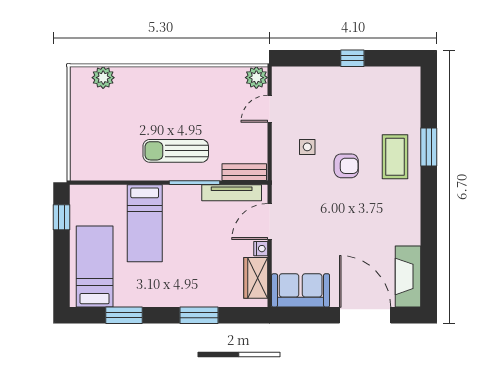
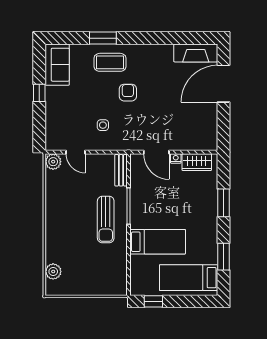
armchair: (346, 166) -> (128, 93), moved
tv unit: (232, 193) -> (136, 179), removed
sofa: (301, 290) -> (57, 65), moved, turned 180

